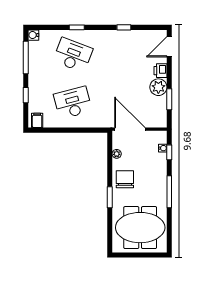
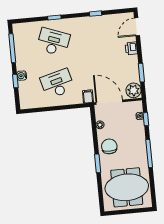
water cooler: (33, 35) -> (22, 76), moved
plant: (158, 87) -> (133, 90), moved
filing cabinet: (37, 120) -> (88, 96), moved

